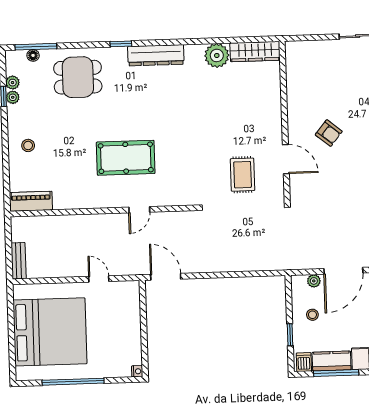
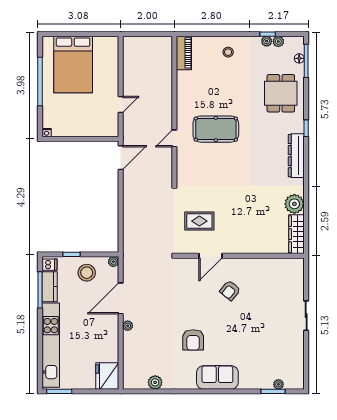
pool table: (126, 158) -> (216, 129), turned 90
door: (139, 210) -> (174, 138), hinge flipped
bench: (19, 261) -> (137, 42), removed
door: (343, 271) -> (121, 298), hinge flipped
plant: (314, 281) -> (113, 262), moved
stool: (312, 315) -> (87, 273), width x1.89, depth x1.89
bed: (50, 332) -> (73, 65), width x0.73

